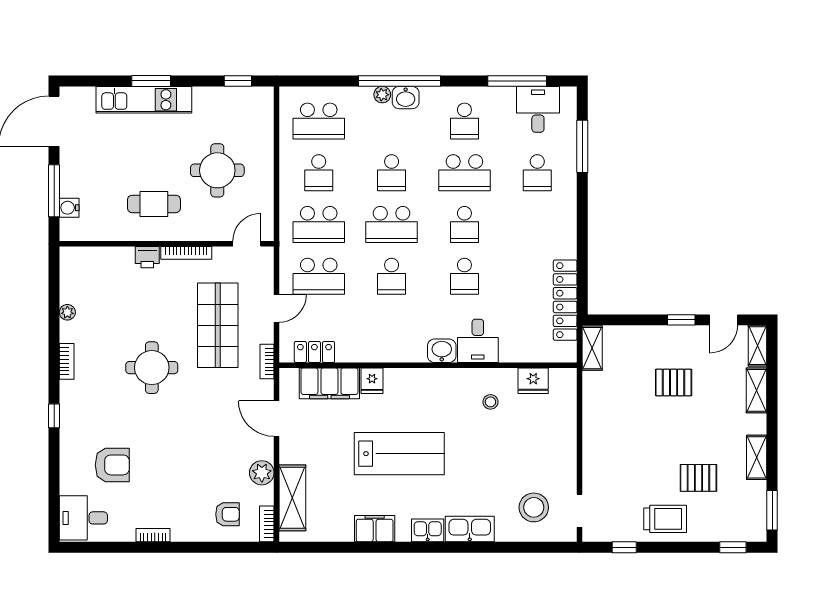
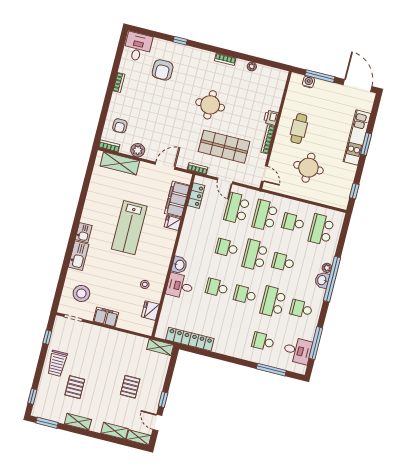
window: (54, 416) -> (180, 41), moved
filing cabinet: (375, 529) -> (106, 317), moved, turned -90

